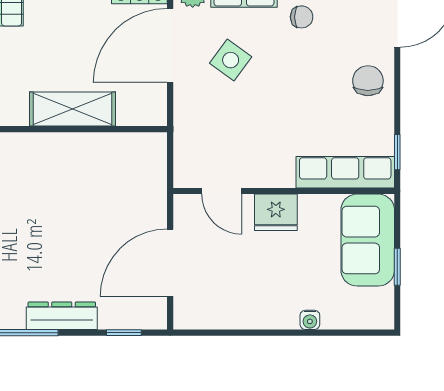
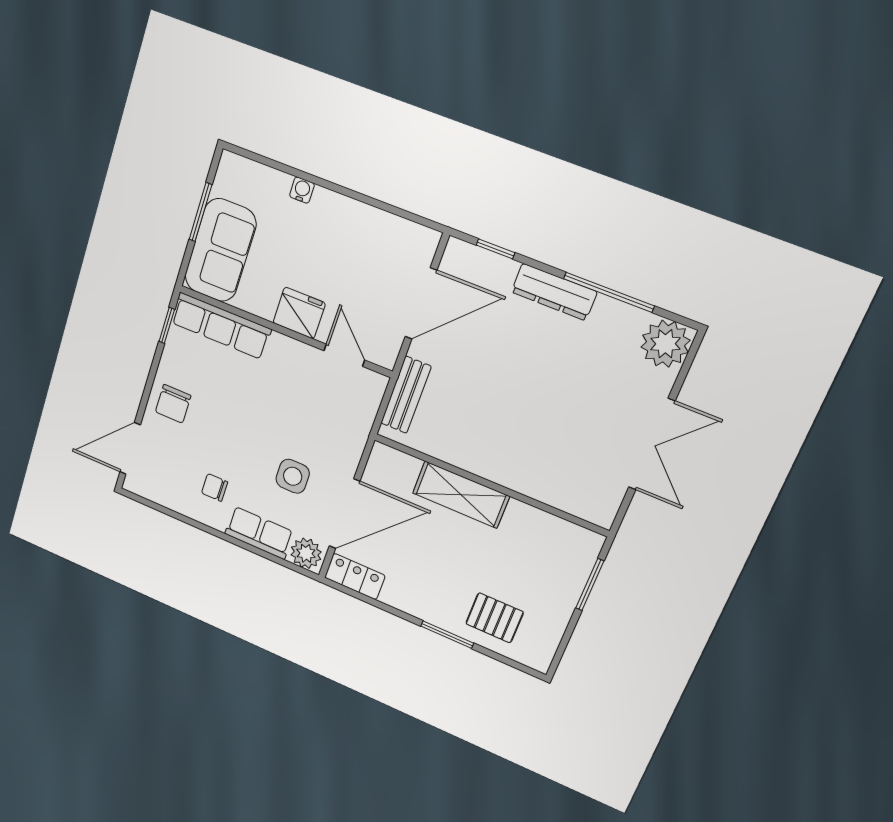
side table: (231, 60) -> (293, 476), turned -36
bench: (154, 178) -> (406, 395), added
window: (397, 267) -> (200, 212), width x1.50

